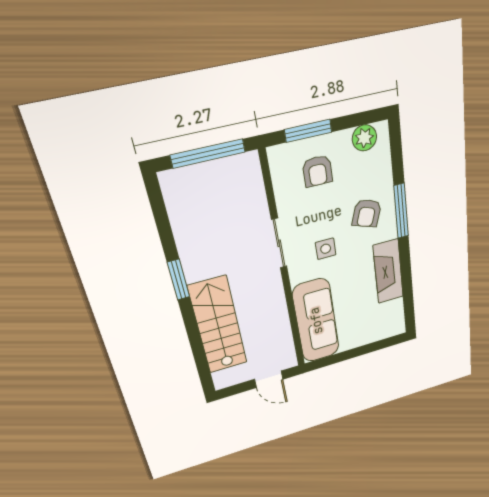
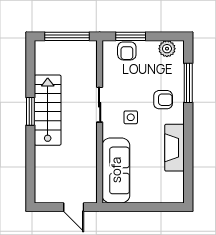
armchair: (317, 171) -> (127, 51), moved
window: (401, 211) -> (188, 83), moved
armchair: (367, 213) -> (163, 100), turned -109
stairs: (218, 325) -> (48, 110), moved

